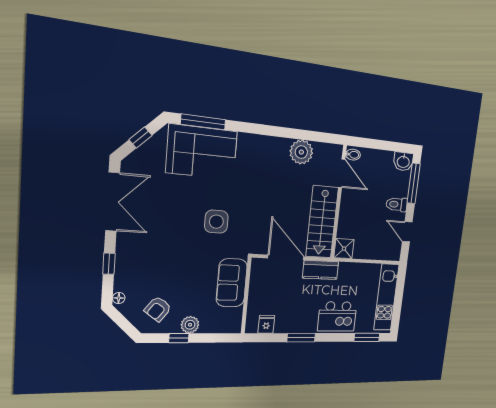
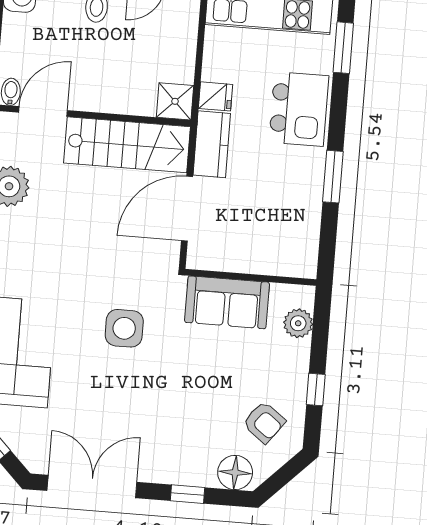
floor lamp: (119, 298) -> (235, 472), width x1.89, depth x1.89
fridge: (266, 324) -> (215, 96), moved, turned 180
plant: (190, 325) -> (298, 323), moved

